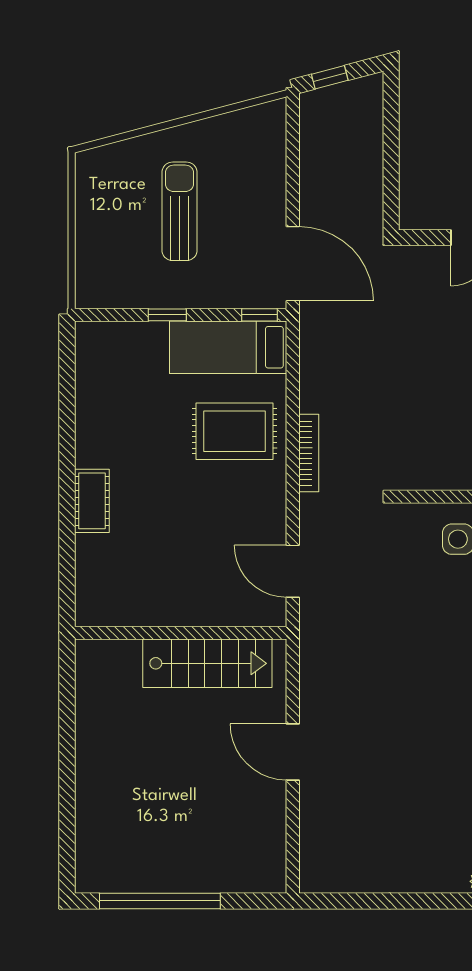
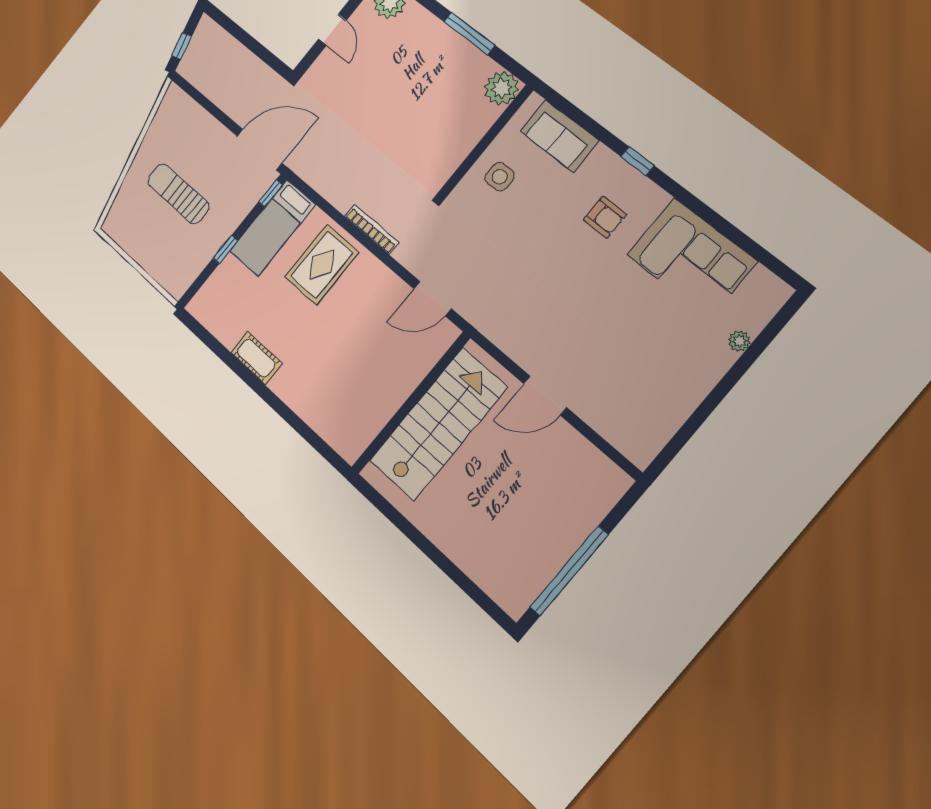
cot: (92, 501) -> (256, 358), moved
stairs: (207, 663) -> (438, 424), width x1.36, depth x1.51

